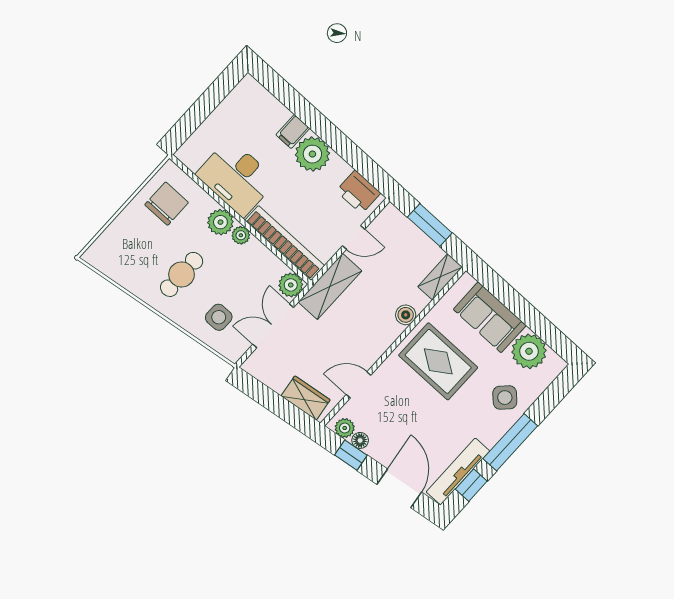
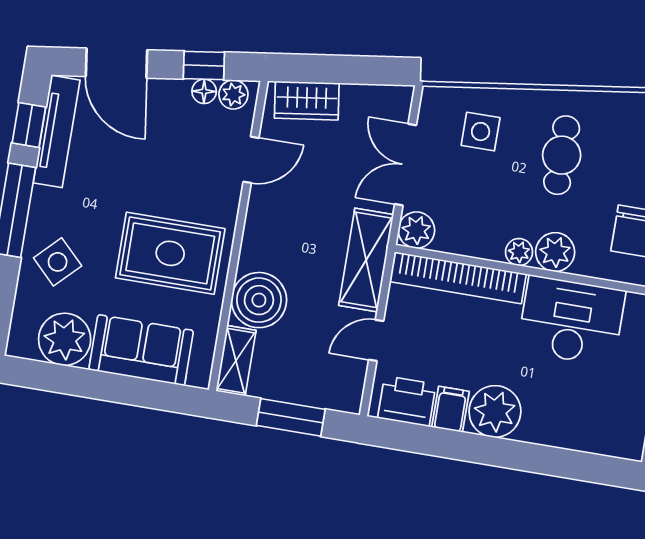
filing cabinet: (293, 132) -> (450, 409), moved
boiler: (406, 315) -> (259, 300), width x1.86, depth x1.86
double door: (273, 326) -> (406, 165), swing flipped

